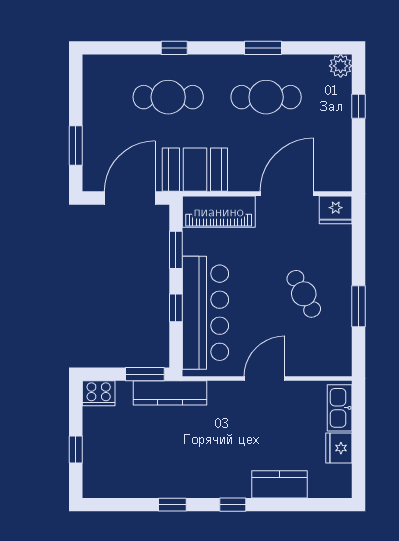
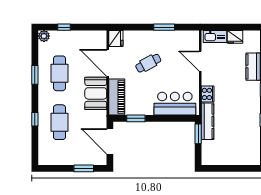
booth: (195, 170) -> (96, 93), moved
cafe table: (304, 294) -> (148, 63), moved
window: (176, 308) -> (165, 118), removed
bar counter: (205, 313) -> (175, 104), width x0.73
door: (264, 379) -> (200, 61), moved
cooker: (99, 393) -> (208, 94), moved
window: (76, 450) -> (236, 168), removed

